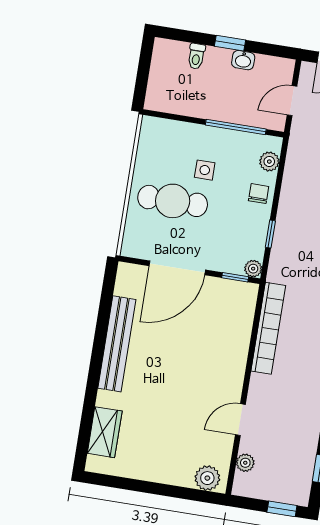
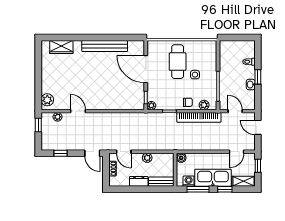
bookcase: (268, 328) -> (199, 117), moved
window: (282, 509) -> (38, 125), moved

